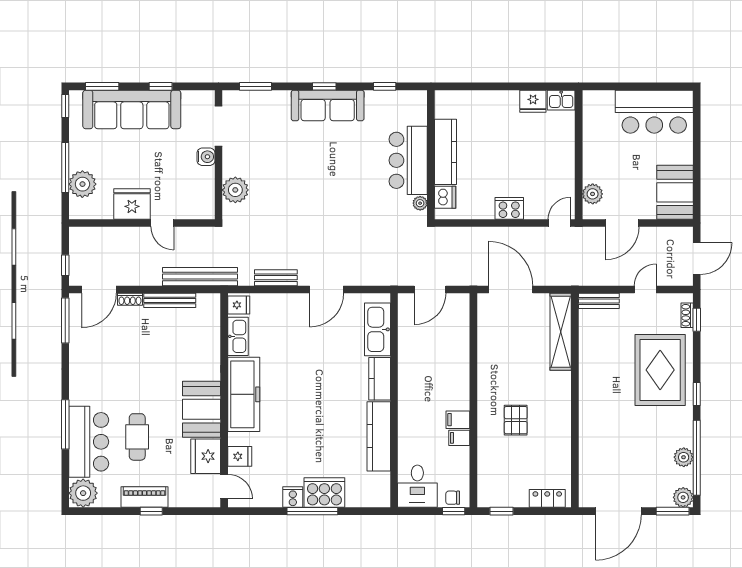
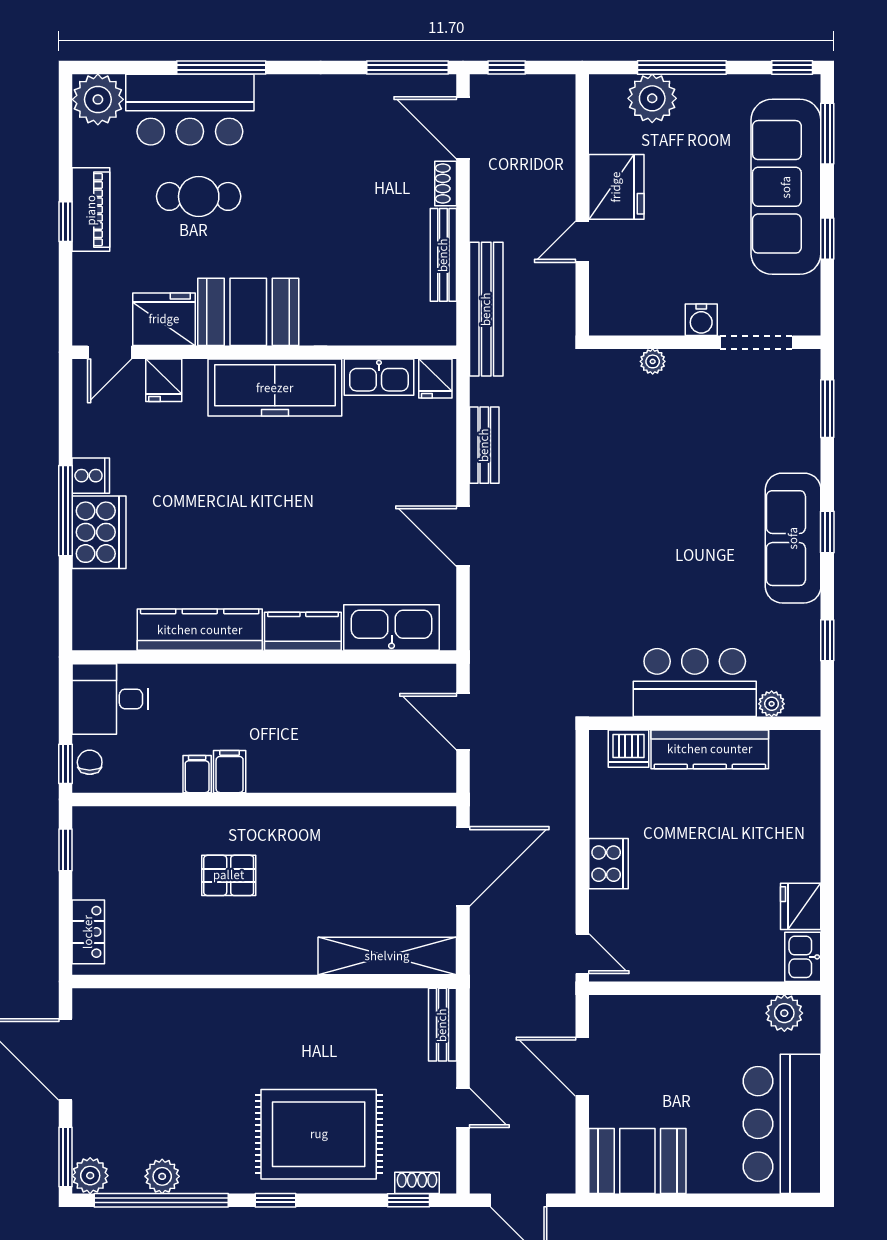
plant: (235, 190) -> (653, 361), width x0.53, depth x0.53
plant: (593, 194) -> (784, 1013), moved
plant: (420, 203) -> (772, 704), moved

